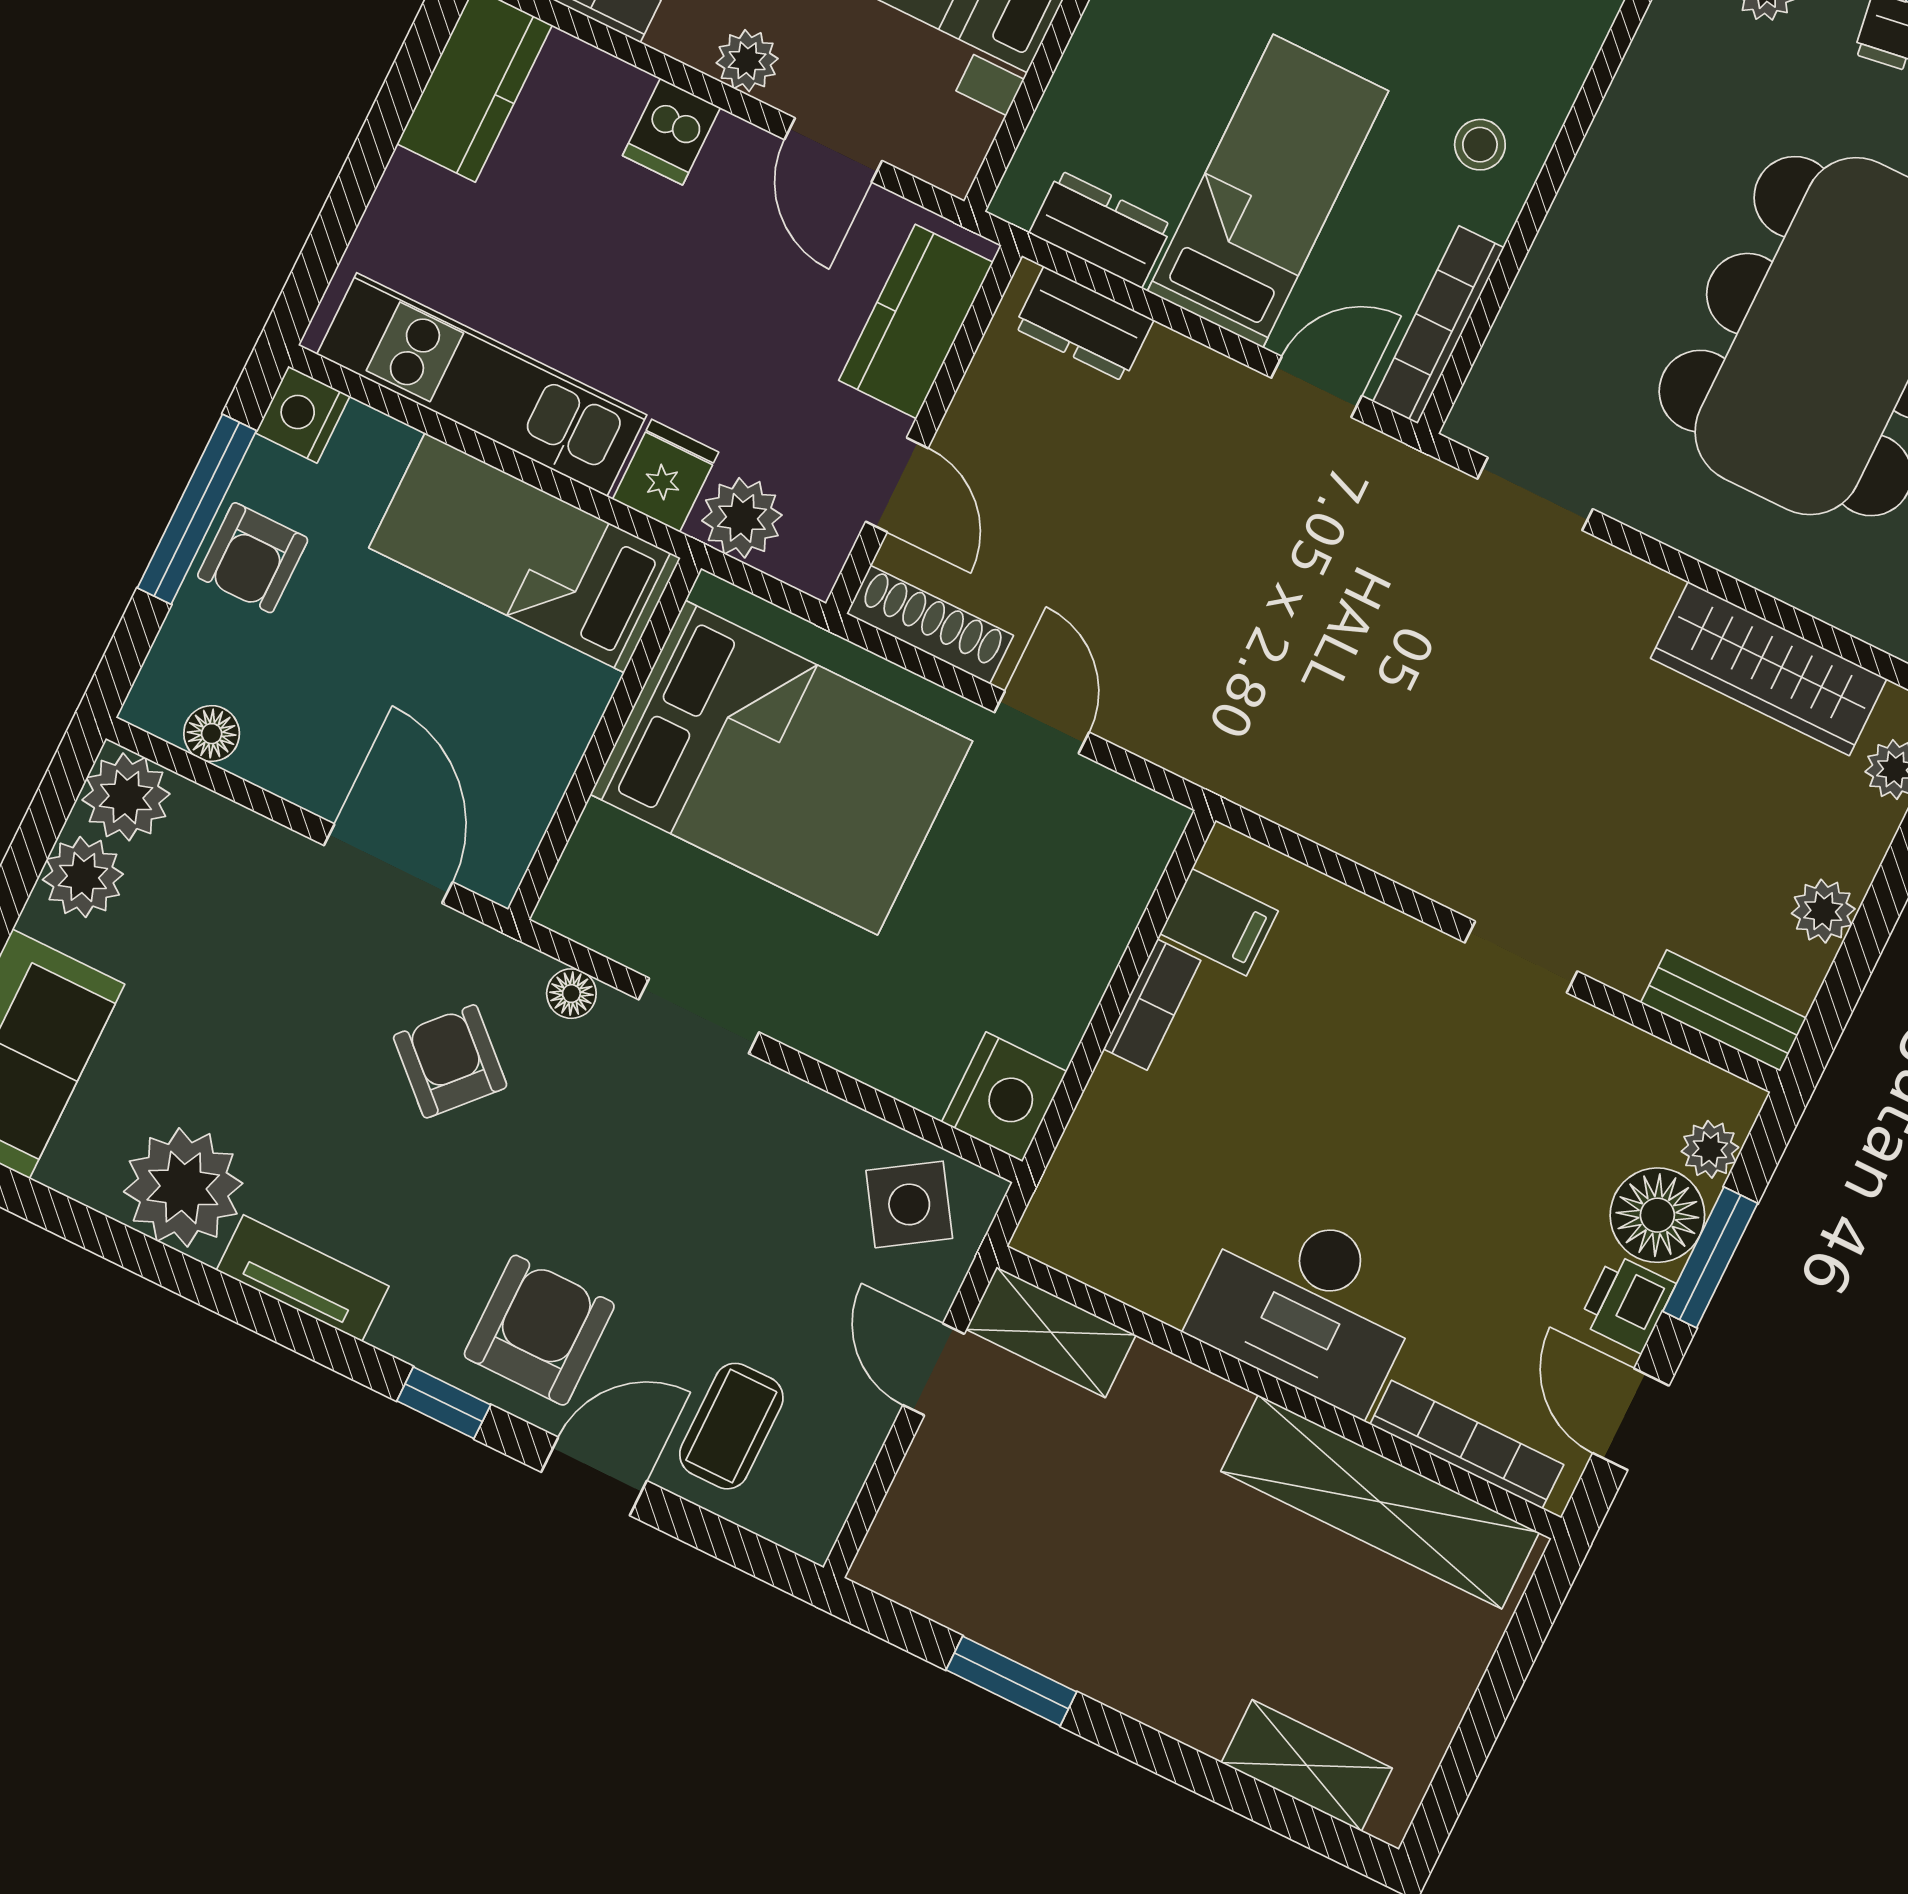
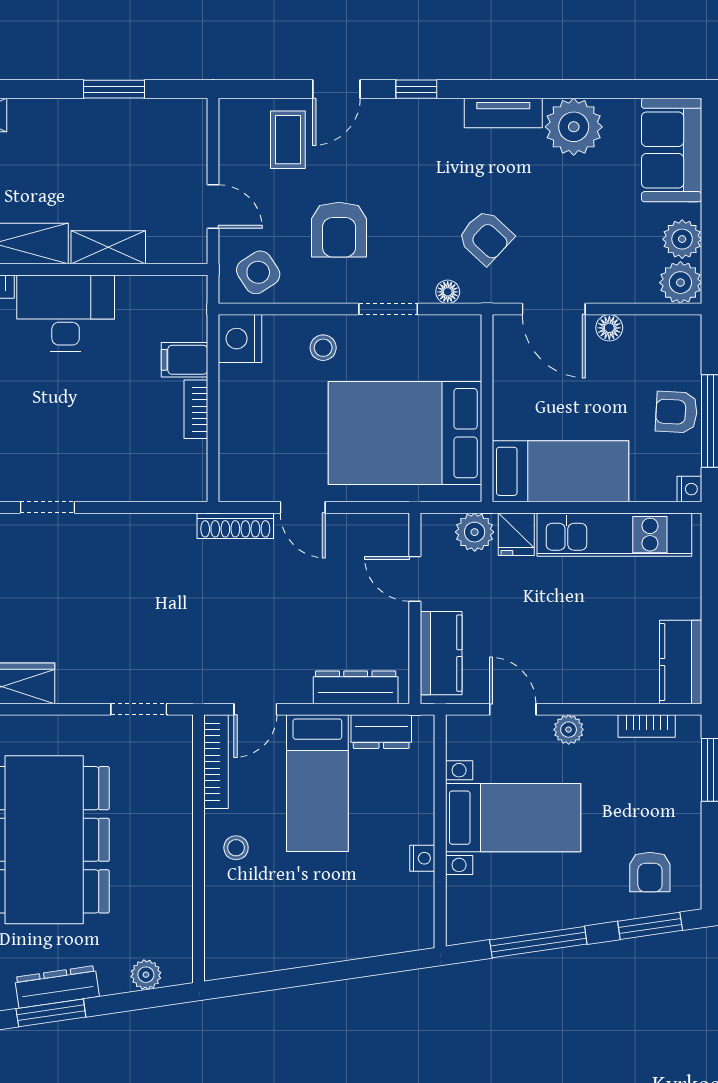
dishwasher: (671, 132) -> (586, 683), removed
dresser: (1084, 324) -> (356, 687), width x1.44
nightstand: (303, 414) -> (689, 489), width x0.72, depth x0.74
armchair: (253, 558) -> (676, 412), turned -87
shoe rack: (930, 625) -> (235, 526), moved
floor lamp: (212, 734) -> (609, 328), moved
filing cabinet: (1219, 922) -> (184, 360), moved
stool: (857, 1003) -> (323, 348), added
armchair: (539, 1330) -> (339, 230), moved
shelving: (1051, 1332) -> (108, 247), moved

